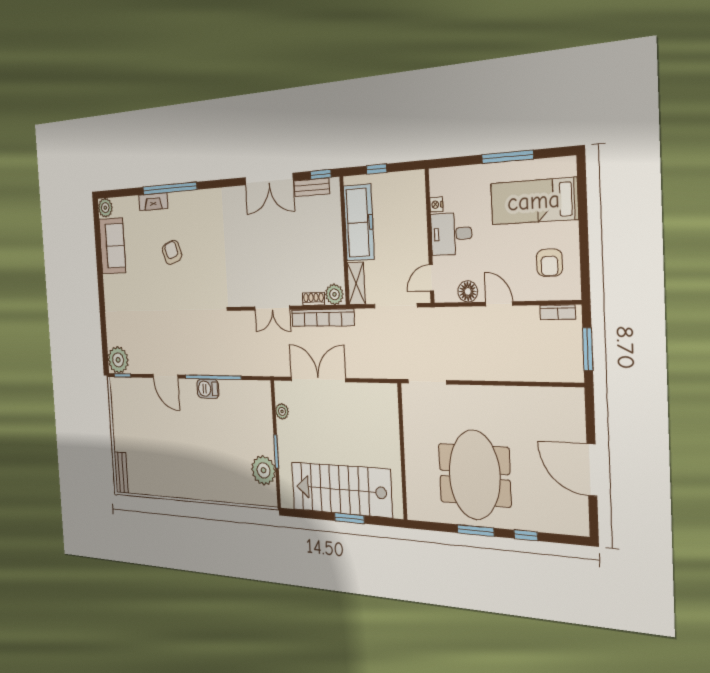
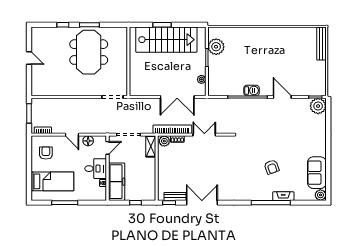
freezer: (359, 223) -> (117, 182), moved, turned 180
door: (592, 470) -> (29, 58), width x0.53
bench: (121, 473) -> (321, 44), width x1.36

